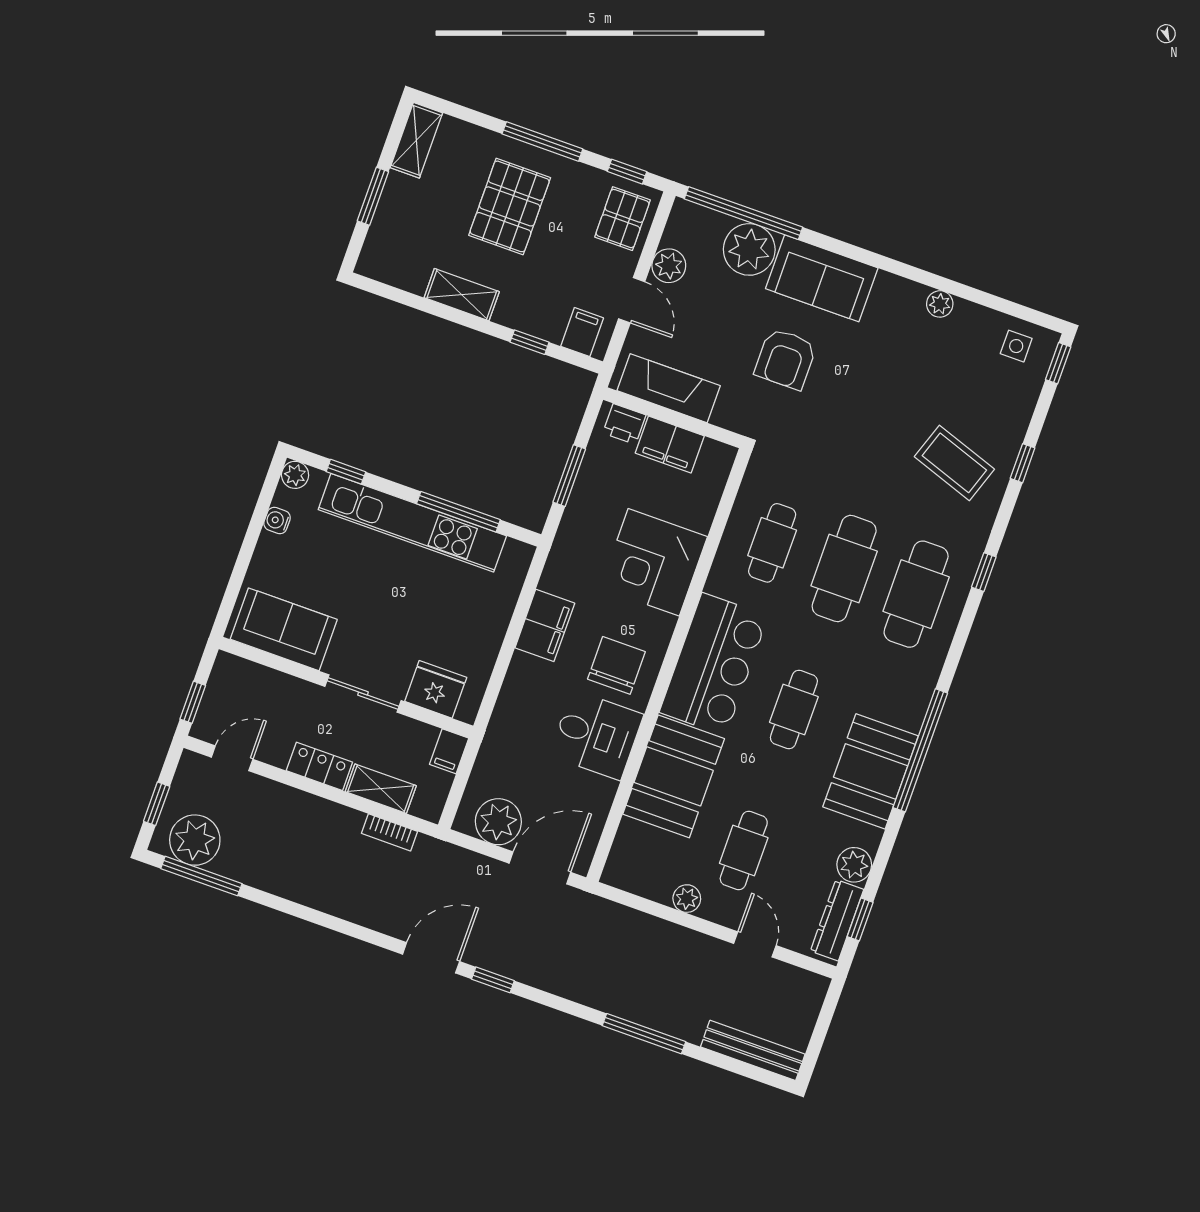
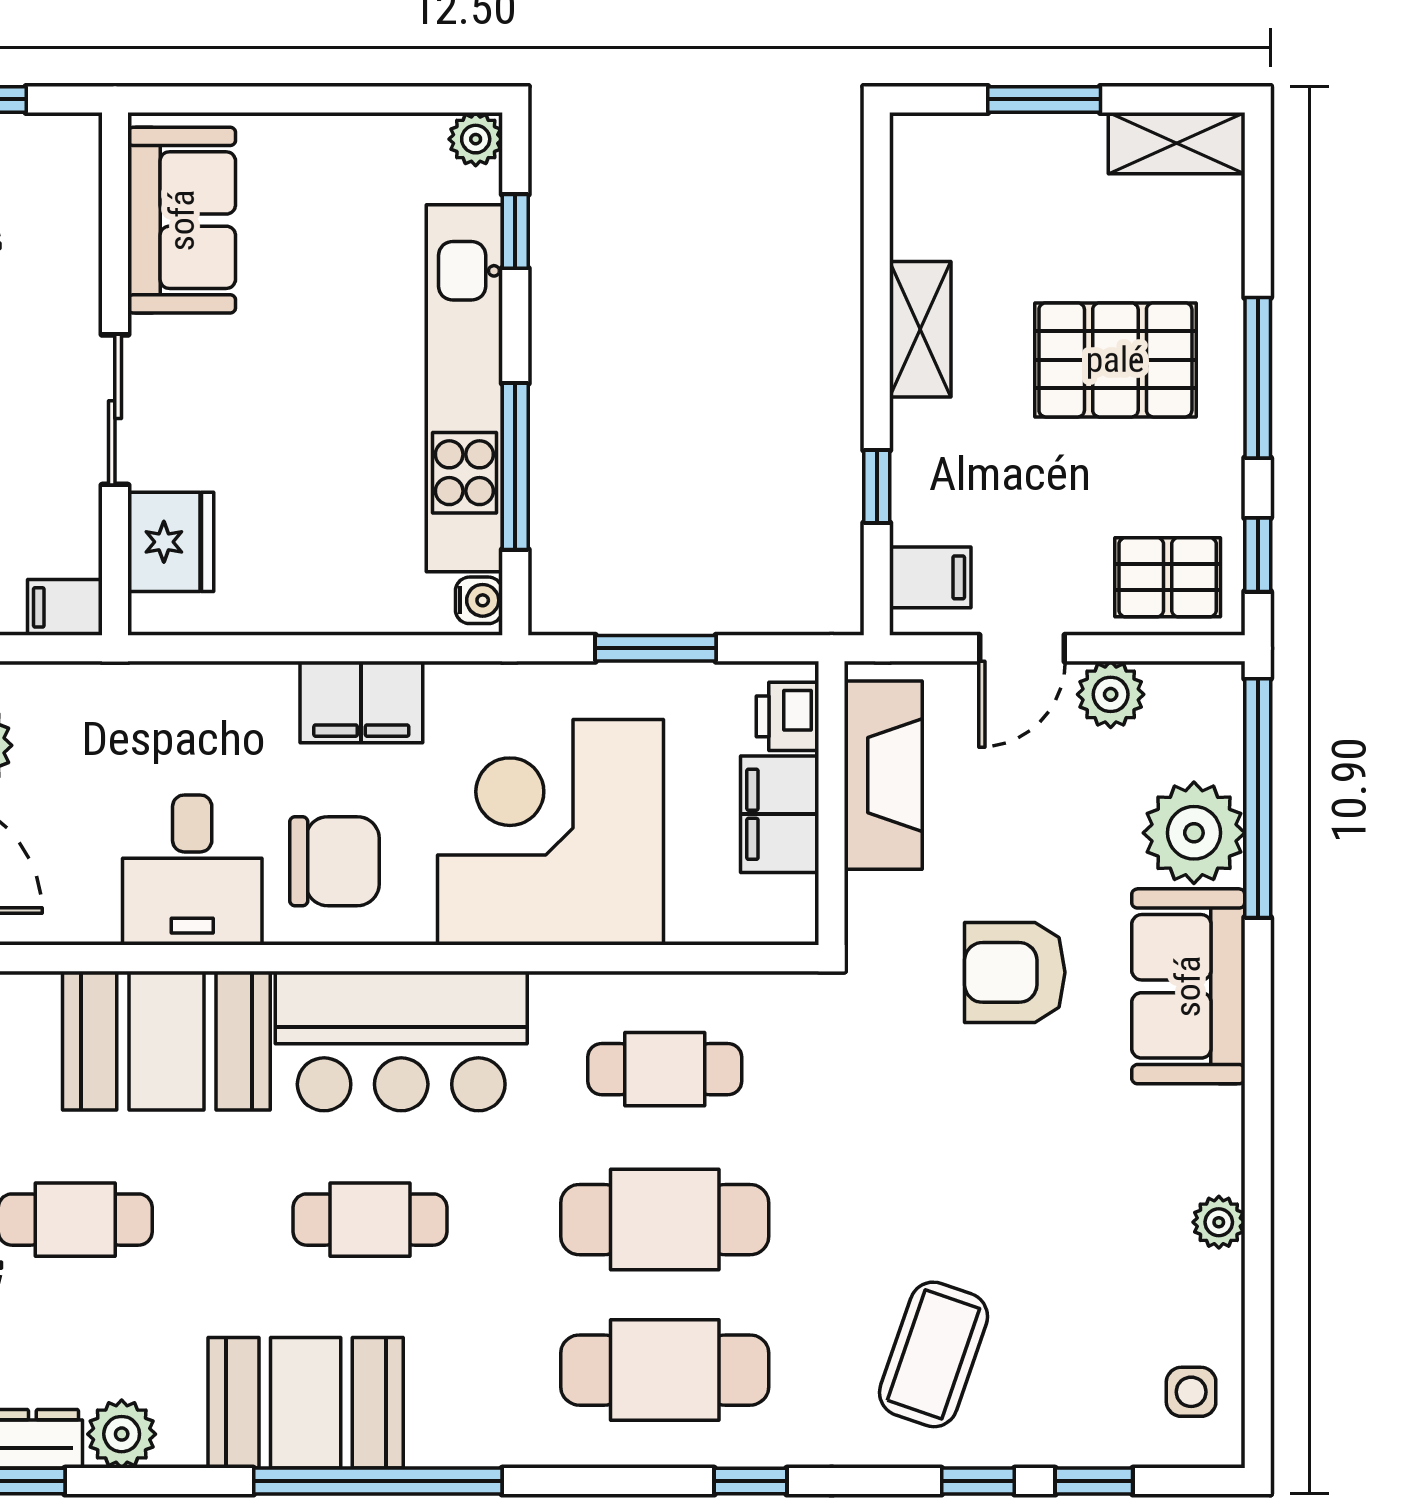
window: (1058, 363) -> (1094, 1481), moved
water cooler: (277, 521) -> (479, 600), moved, turned 90
corner desk: (654, 562) -> (550, 832), width x1.36, depth x1.36

